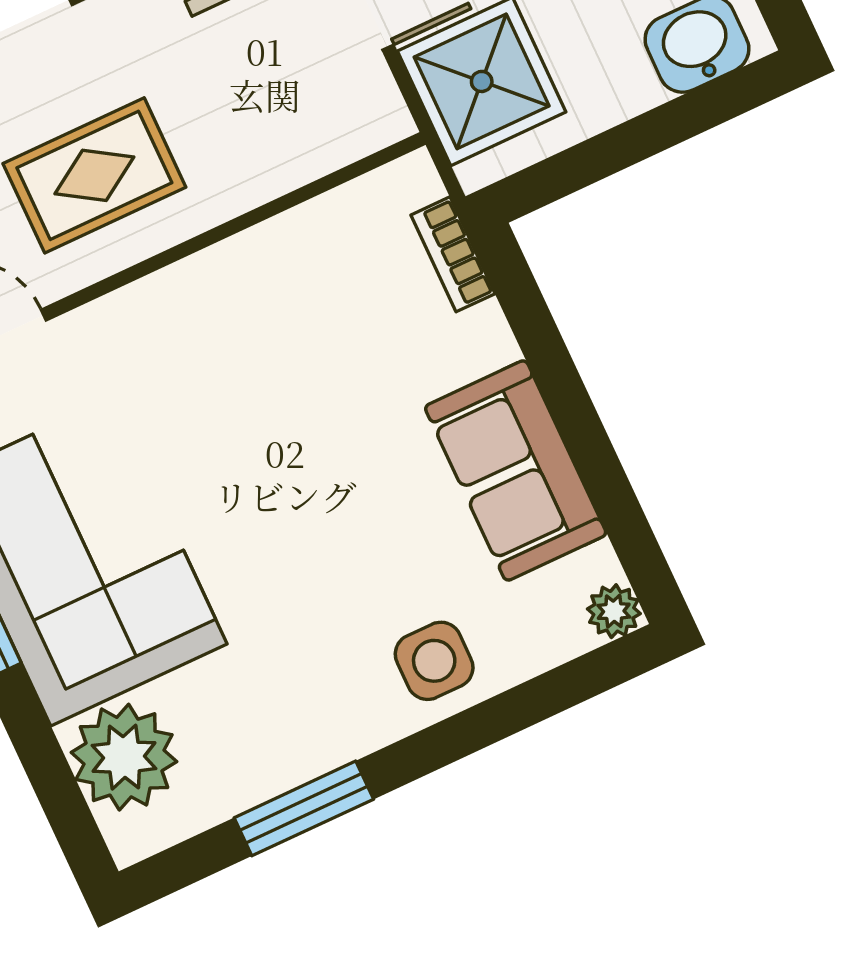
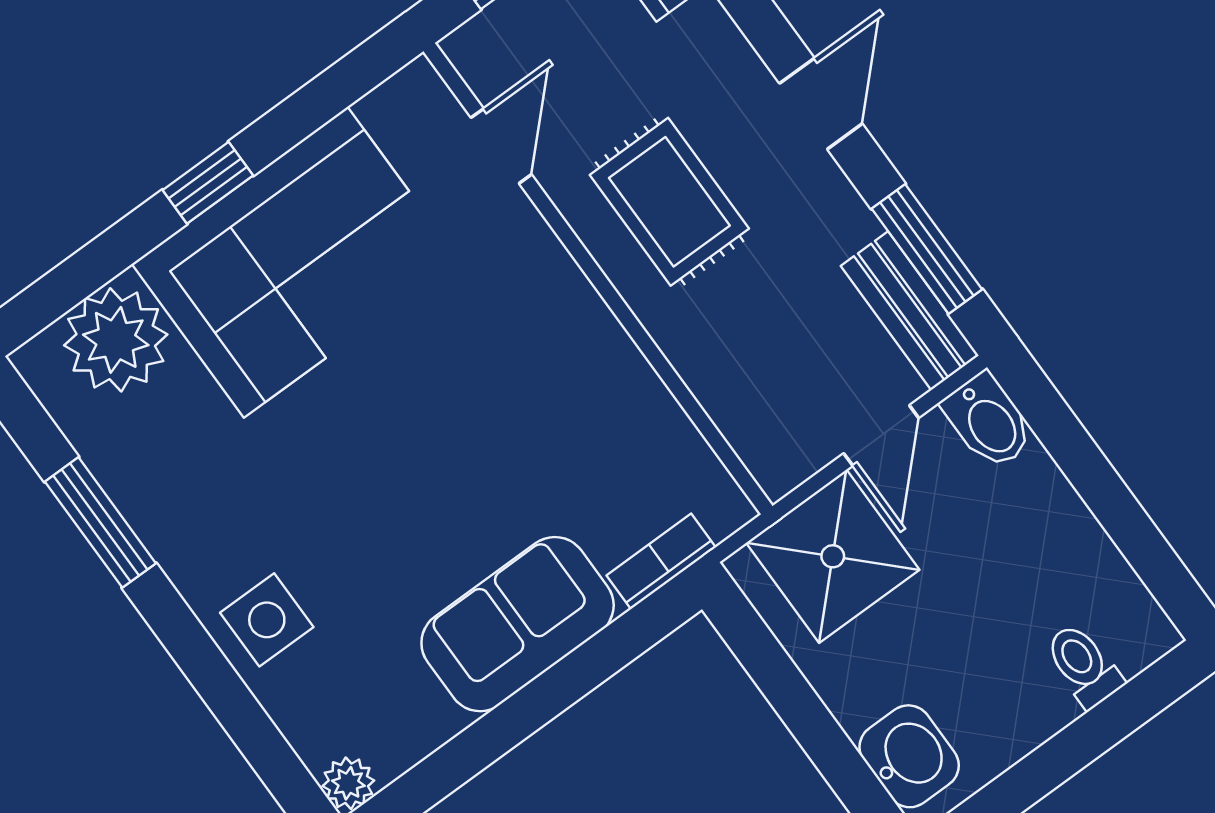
sofa: (516, 470) -> (518, 624), moved

